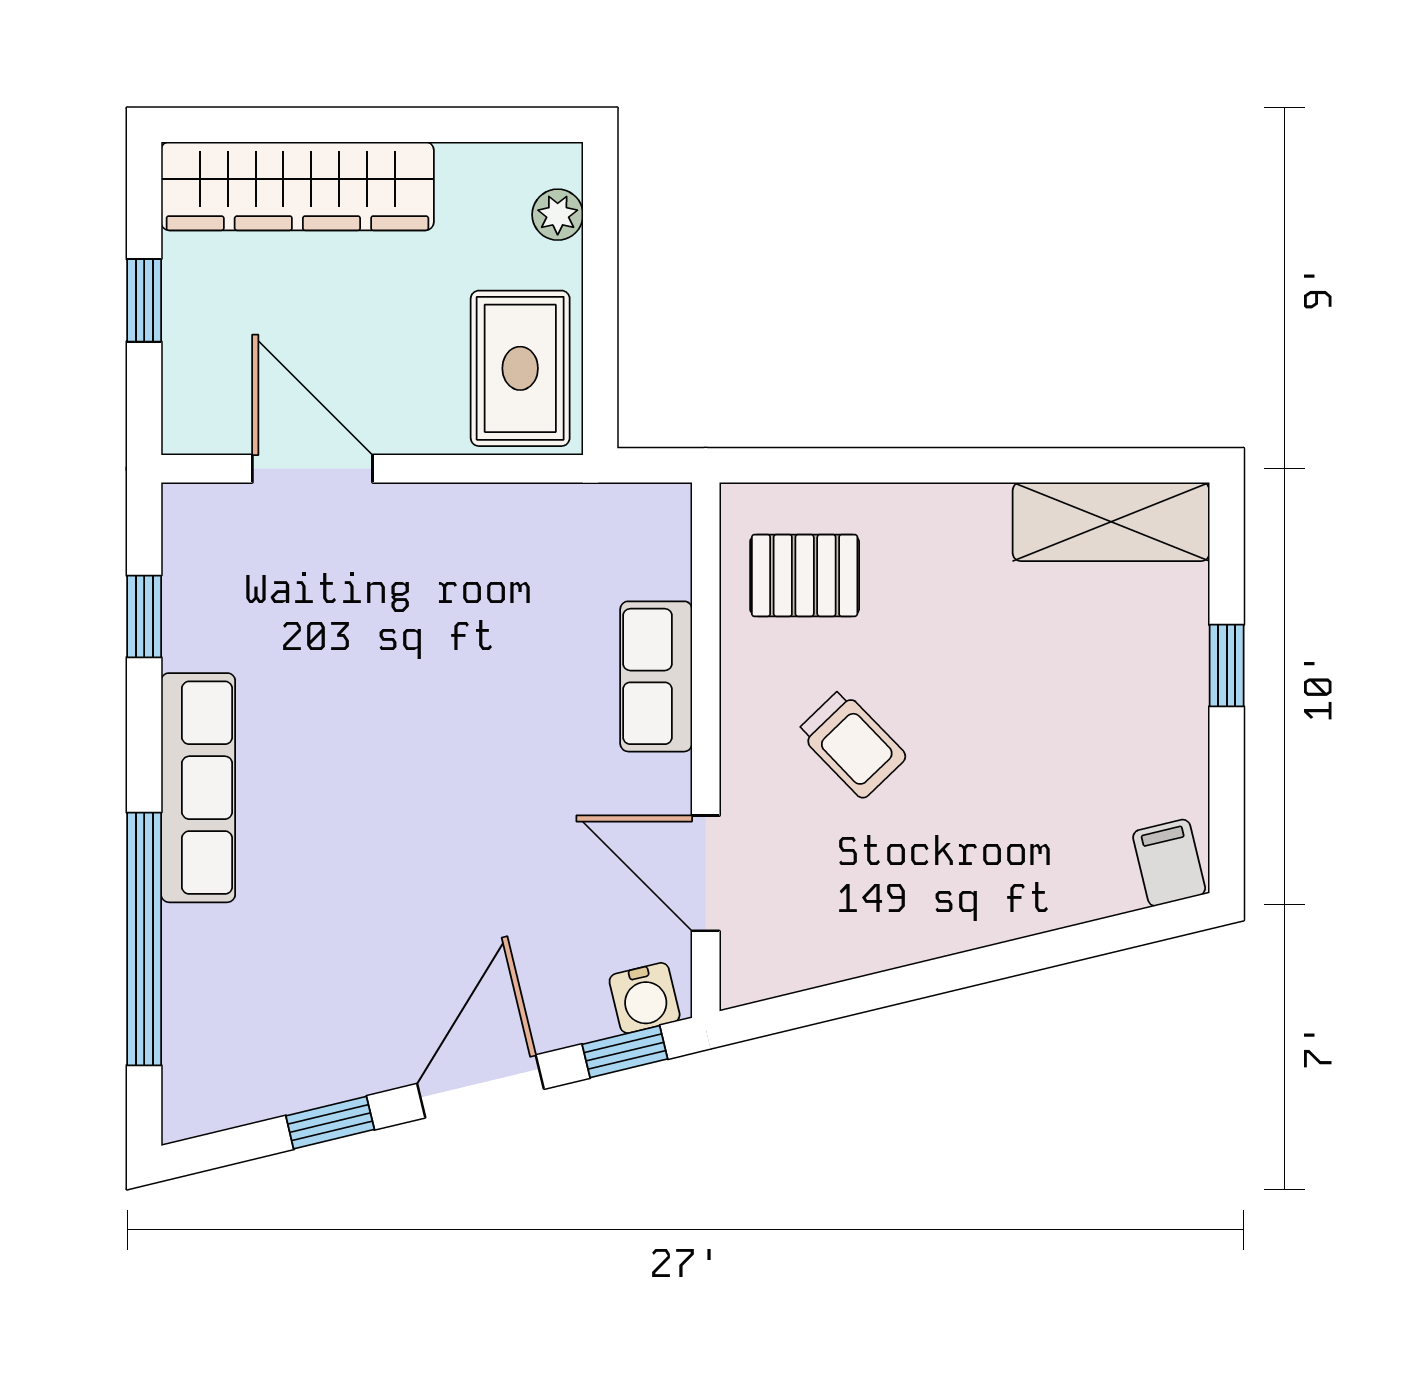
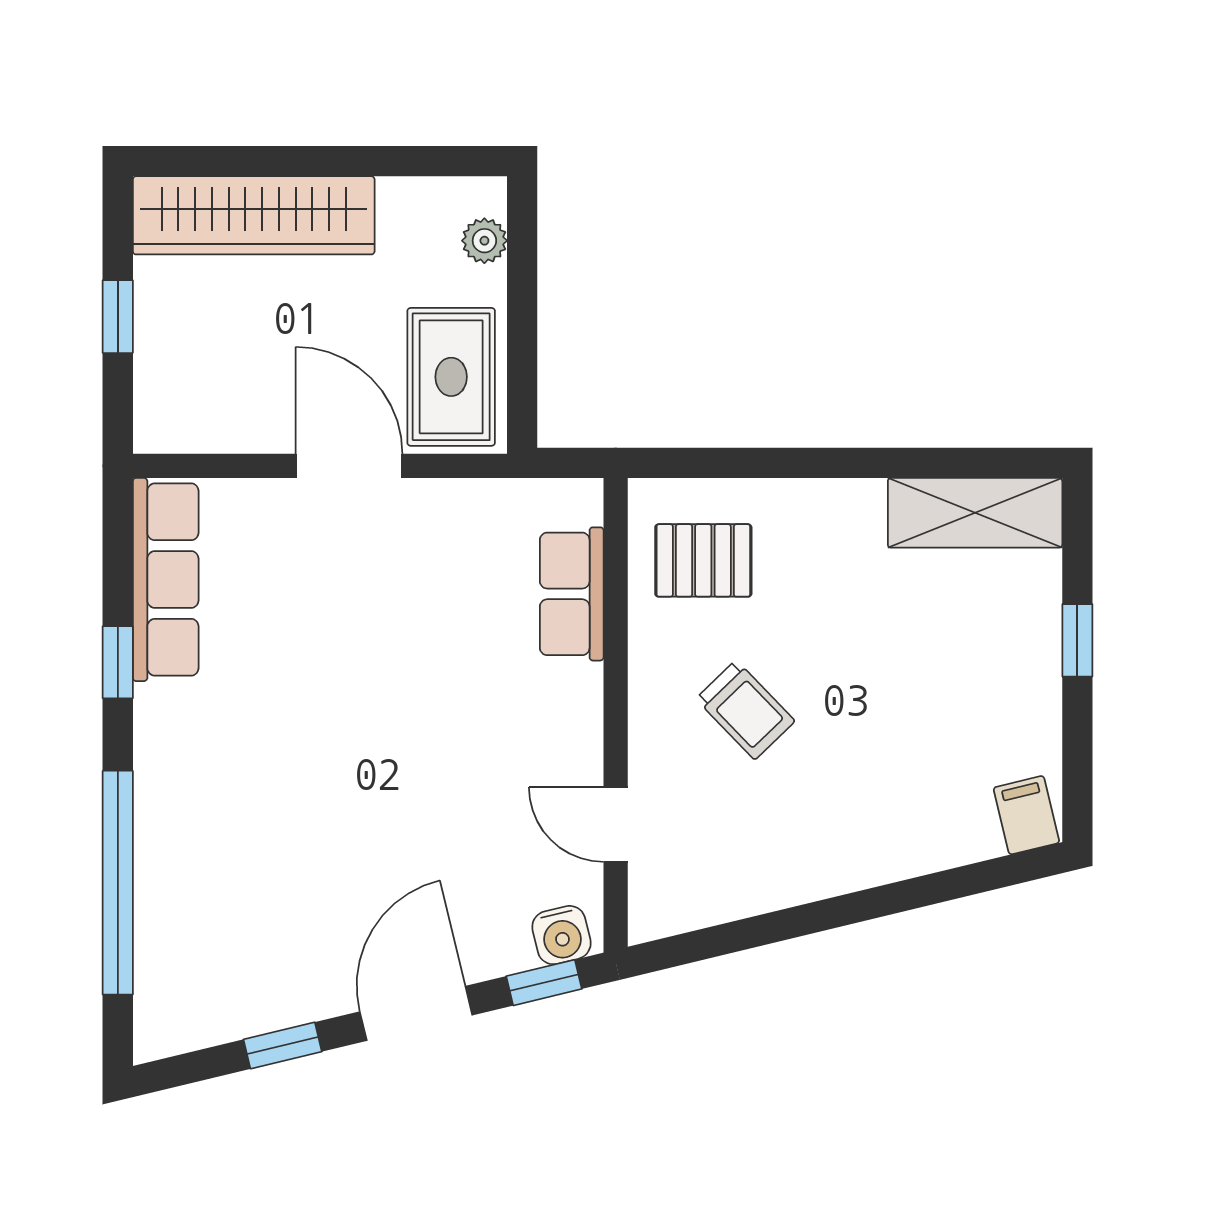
door: (312, 469) -> (349, 466), moved
window: (144, 616) -> (118, 662), moved
row of seats: (656, 676) -> (572, 594), moved
row of seats: (198, 788) -> (166, 580), moved
door: (706, 873) -> (616, 824), width x0.73

